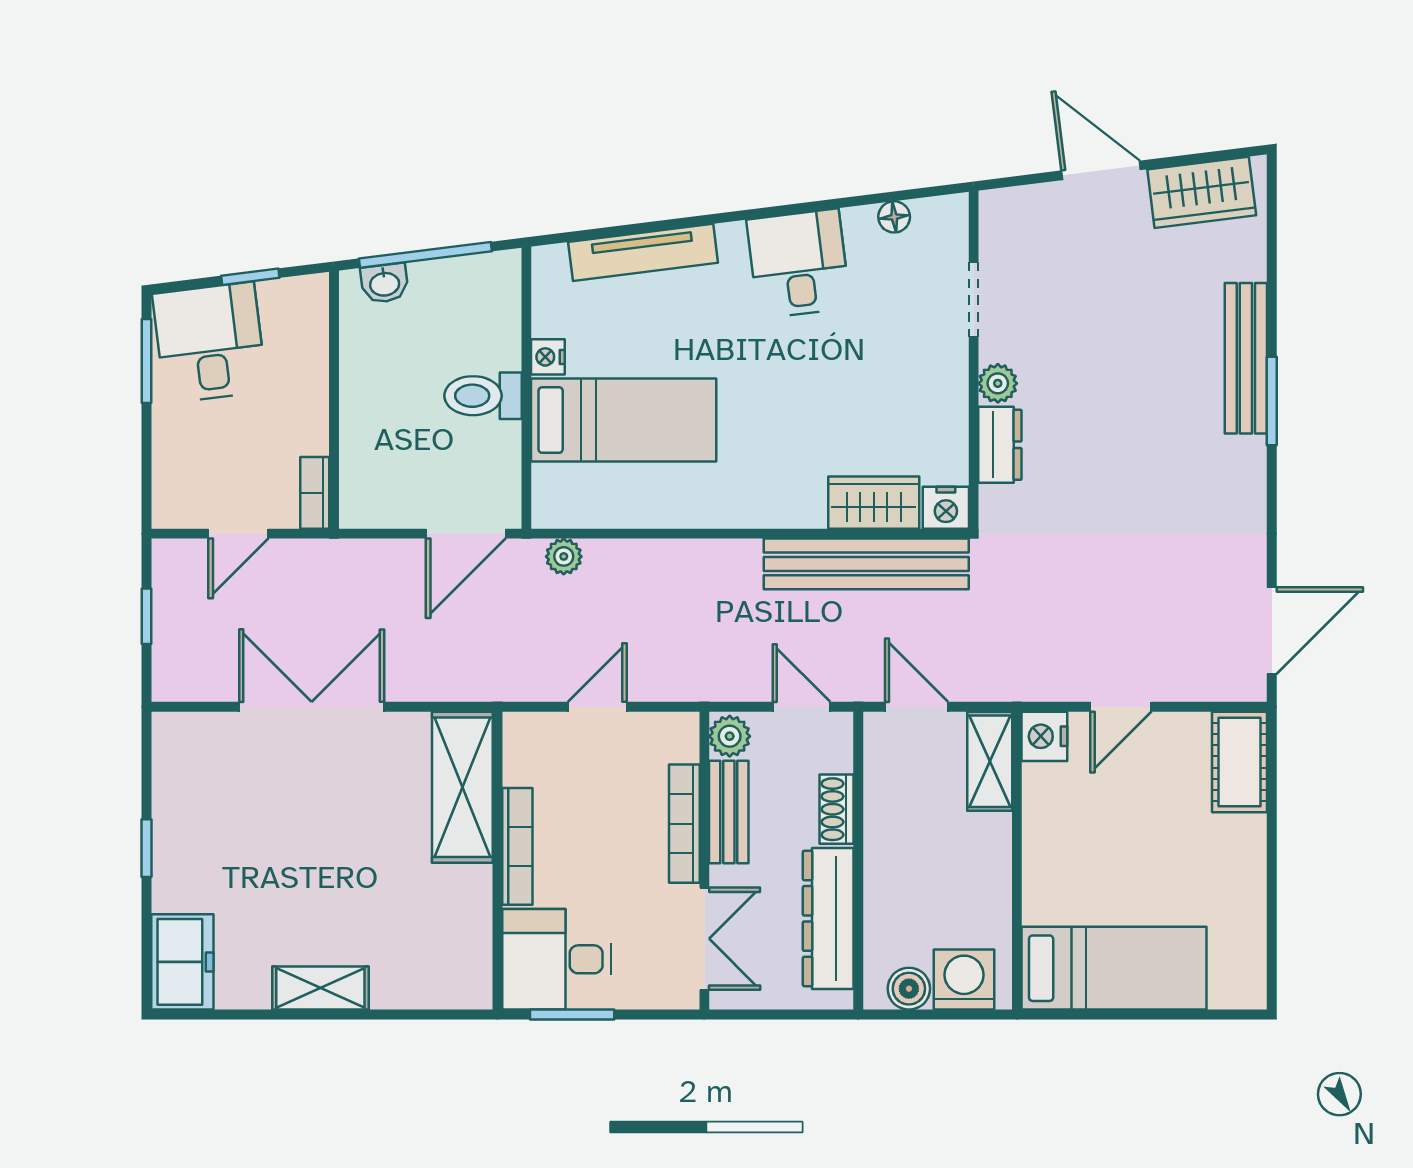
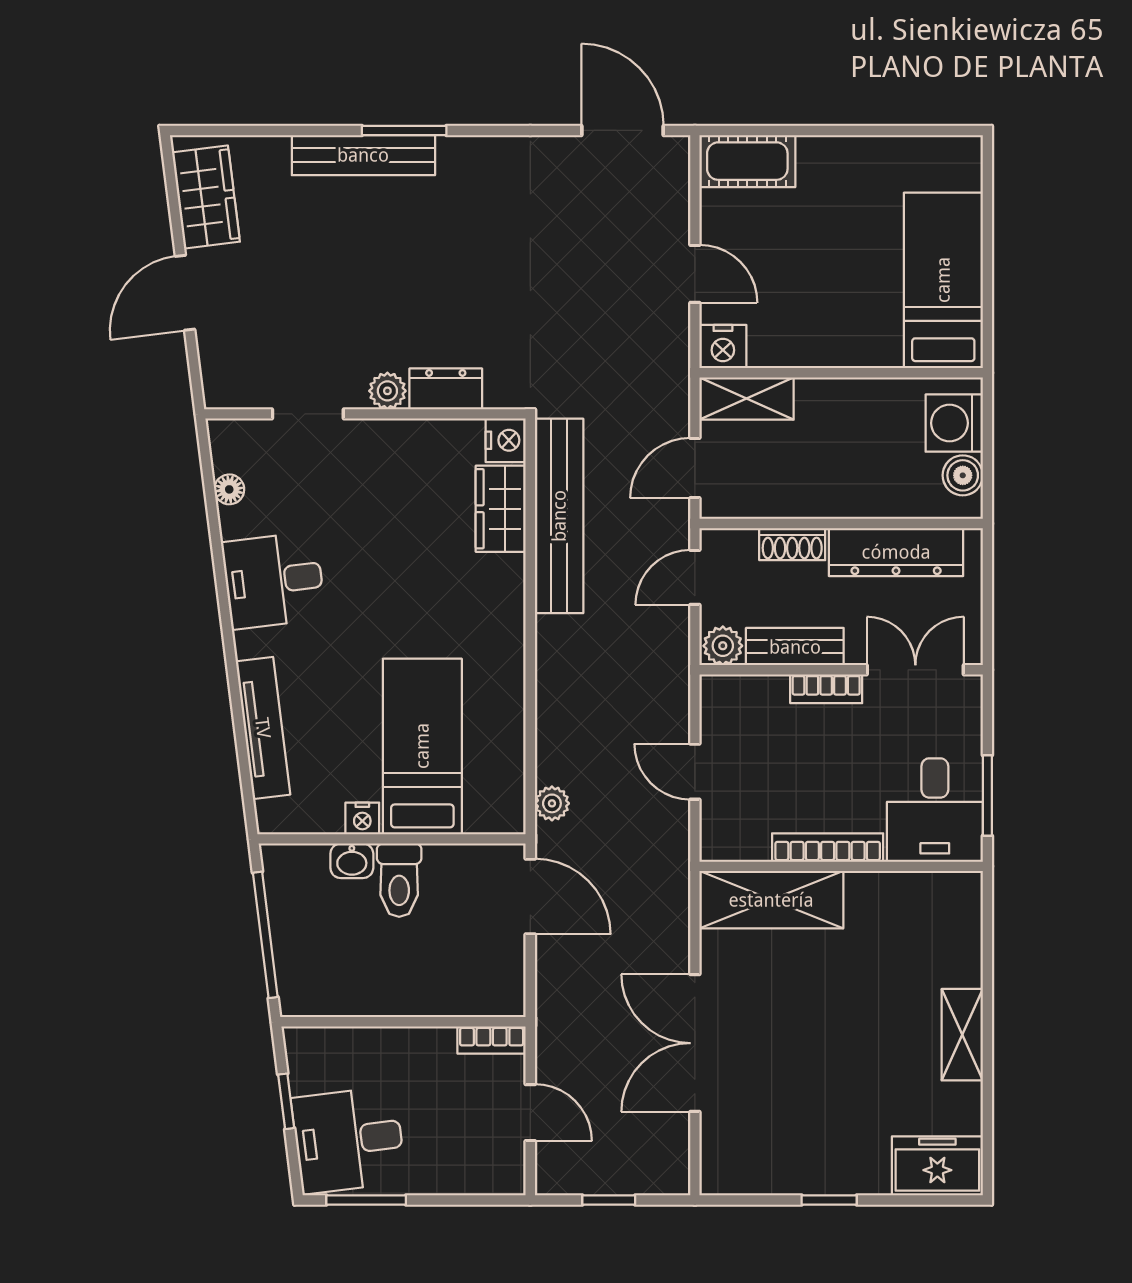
washbasin: (384, 283) -> (352, 861), moved, turned 97
bookcase: (684, 824) -> (826, 689), width x0.64

